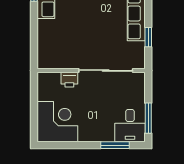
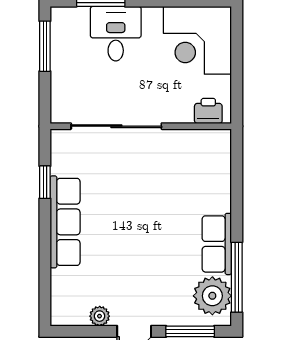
printer: (69, 80) -> (208, 111), moved
desk: (130, 126) -> (116, 34), moved

